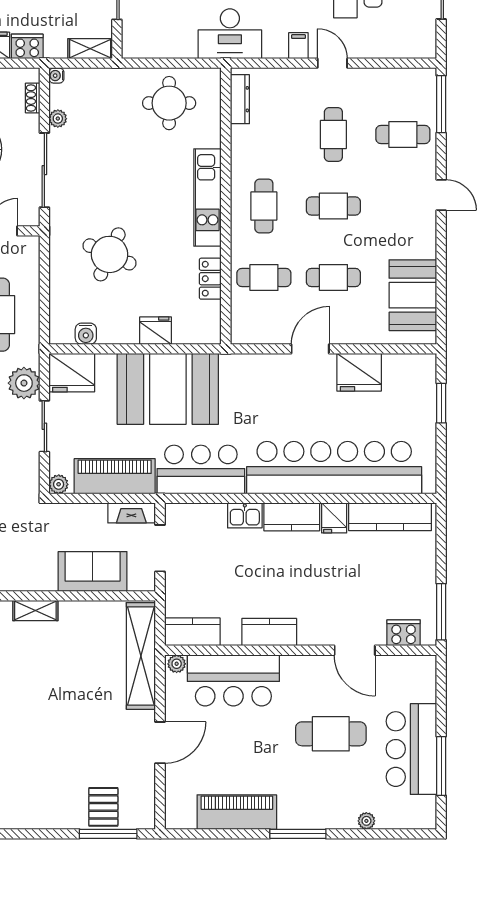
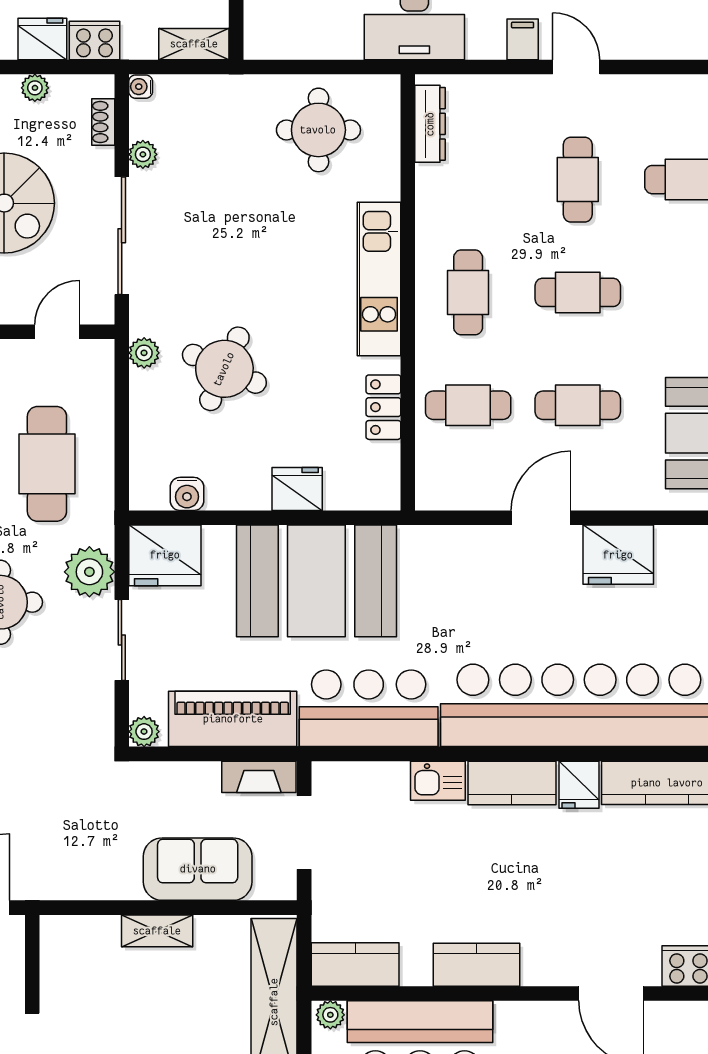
plant: (59, 244) -> (144, 353), added
shelving: (35, 611) -> (157, 931), moved

